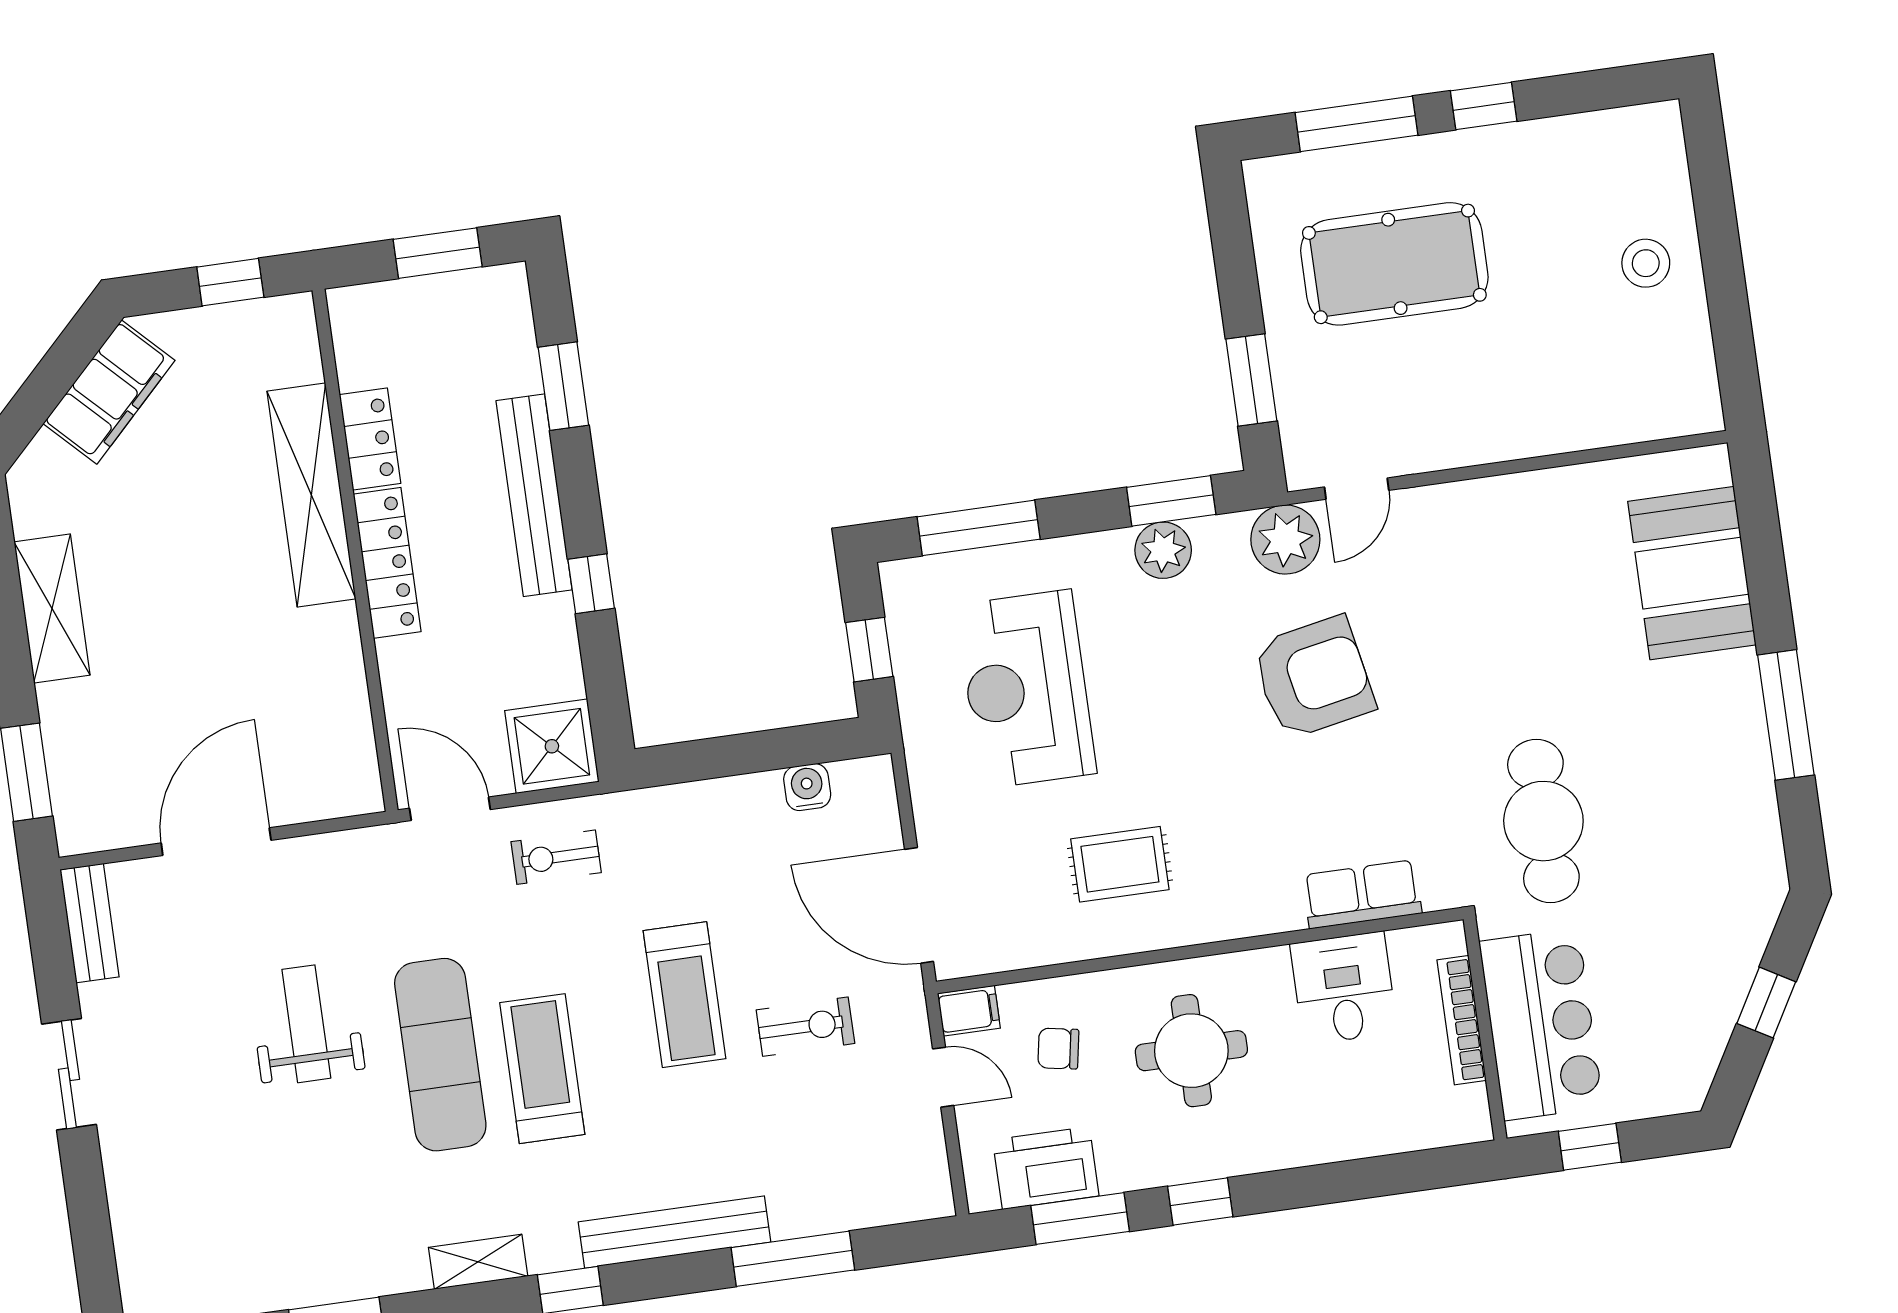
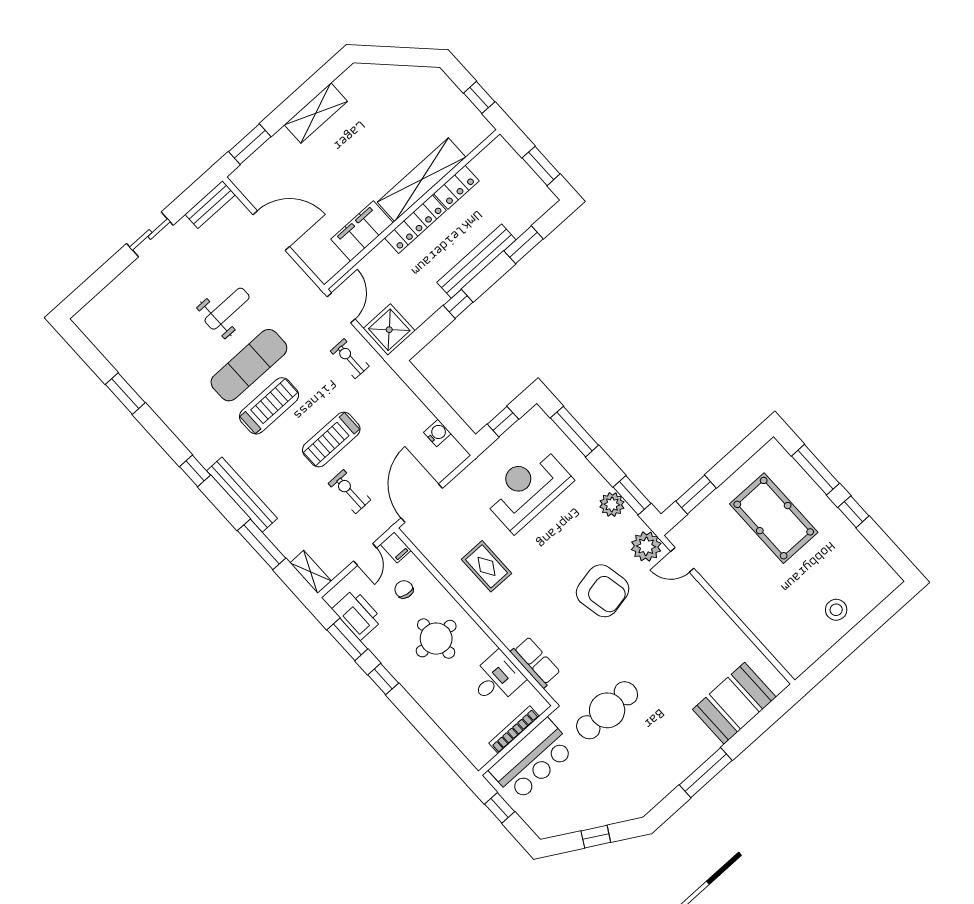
filing cabinet: (109, 392) -> (362, 231), moved, turned 135
exercise bike: (805, 1027) -> (349, 492), turned 180
shelving: (478, 1262) -> (311, 572), moved

